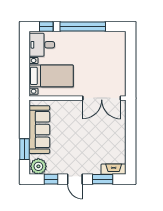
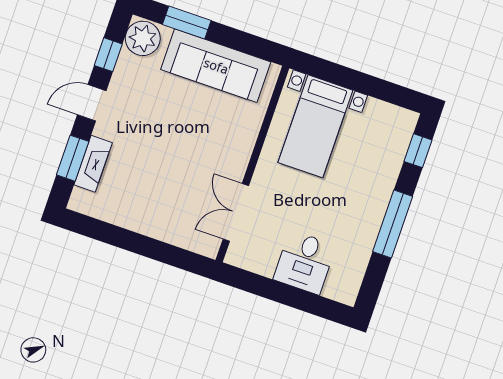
window: (83, 26) -> (393, 224), width x0.68
desk: (42, 45) -> (305, 262), moved, turned 180
double door: (102, 98) -> (236, 212), width x0.73
fireplace: (114, 169) -> (93, 164), moved

